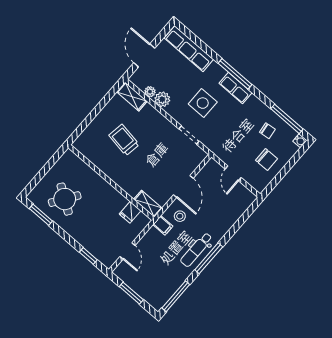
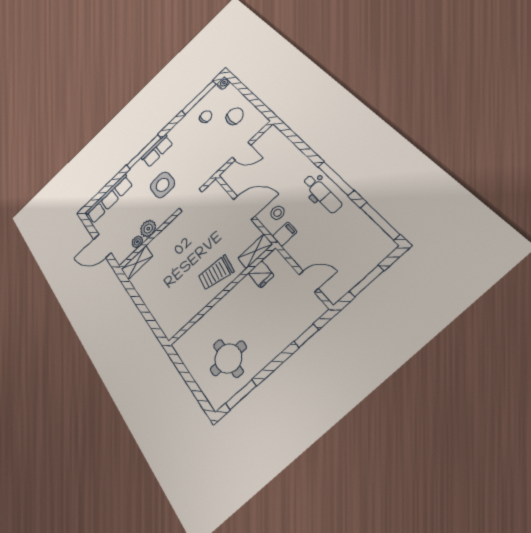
trolley: (124, 140) -> (216, 273), moved
round table: (65, 199) -> (228, 358), turned -34

